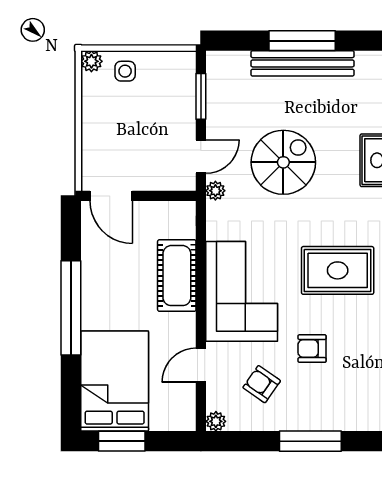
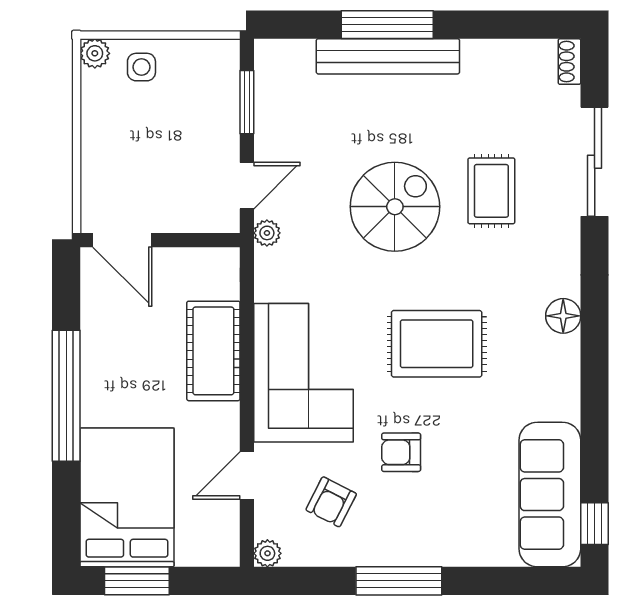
spiral stairs: (283, 162) -> (395, 207), moved
armchair: (262, 384) -> (331, 502), turned -98

